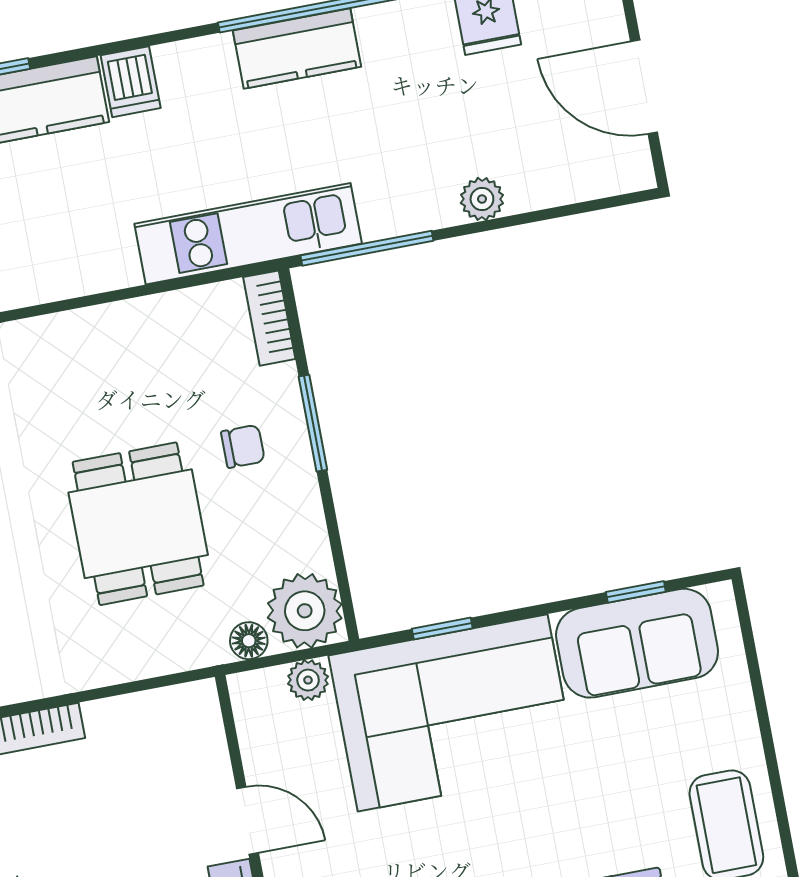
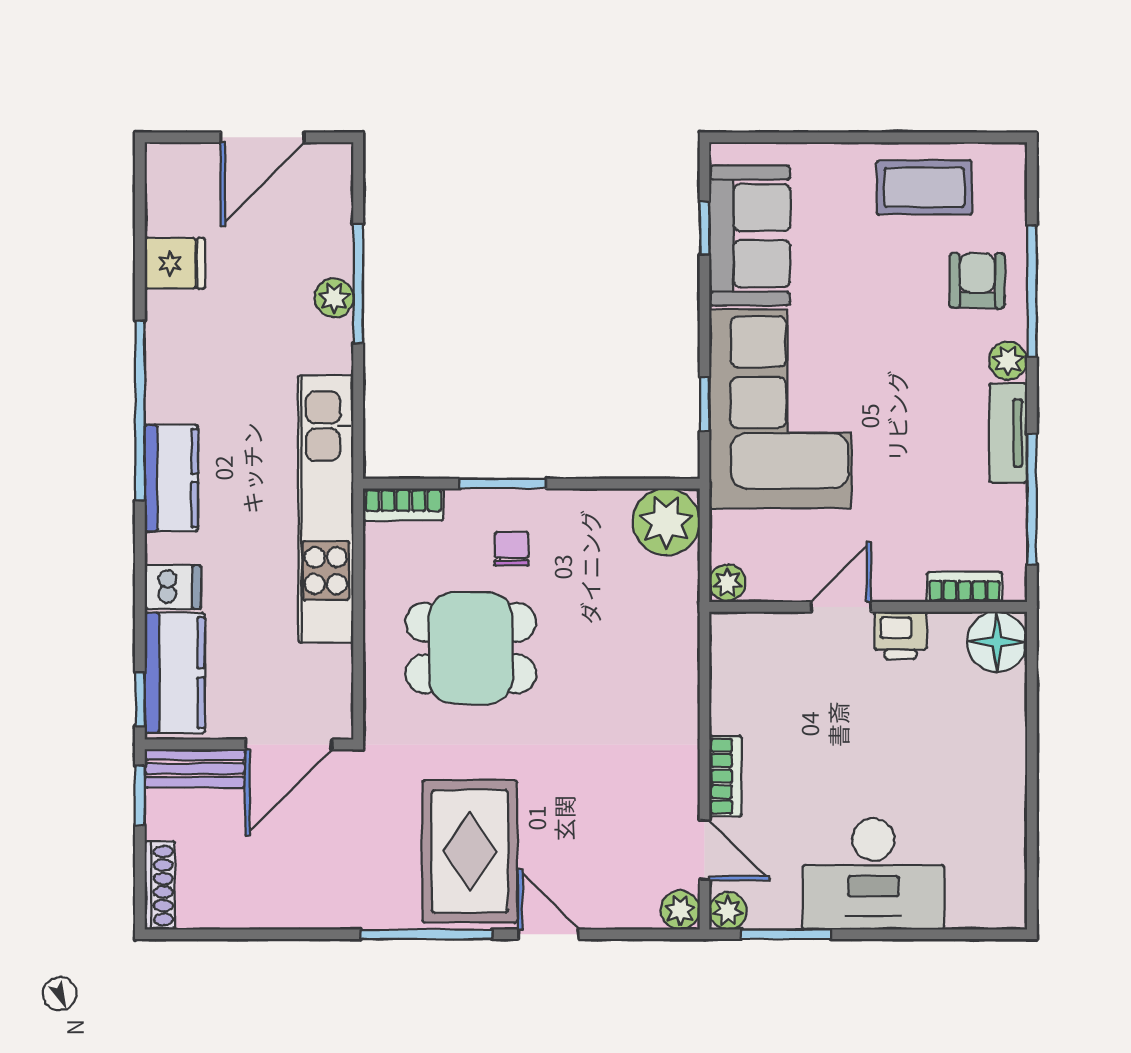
kitchen counter: (297, 49) -> (171, 478), moved
kitchen unit: (248, 234) -> (326, 509), width x1.36
window: (367, 248) -> (358, 284), moved
dining table: (138, 524) -> (471, 648), moved
floor lamp: (249, 641) -> (683, 576), removed
plant: (308, 680) -> (727, 583), moved

